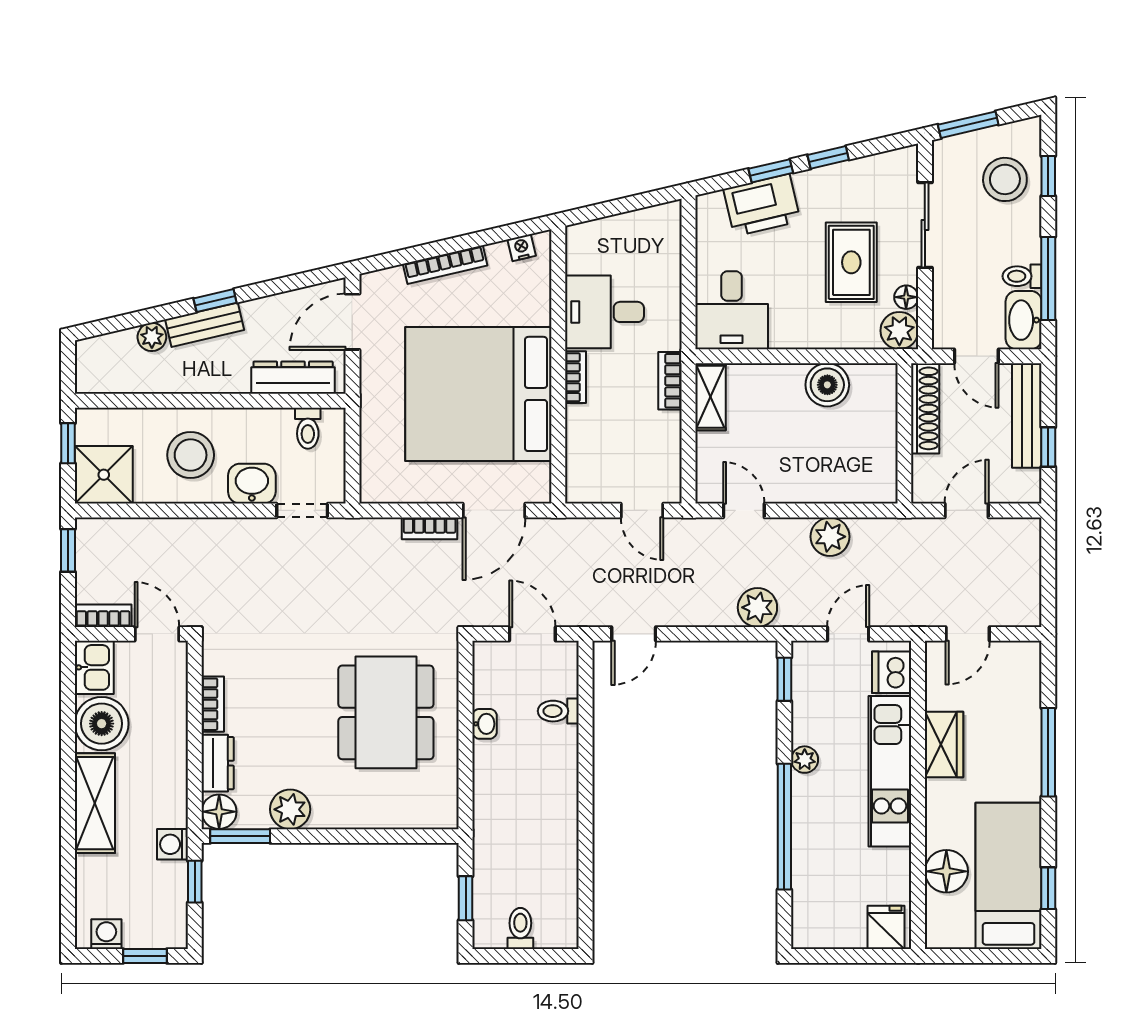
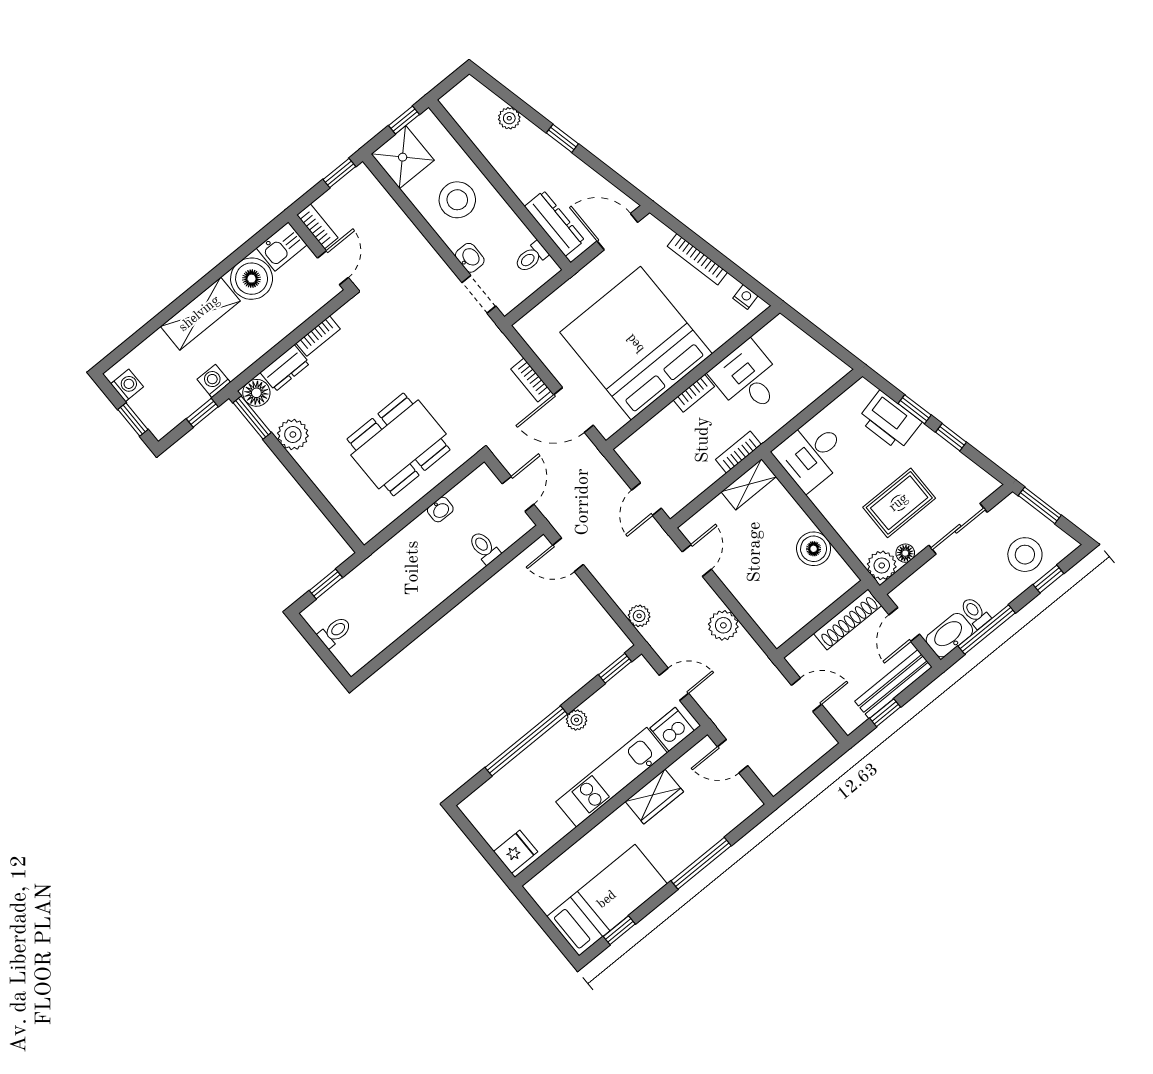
bench: (205, 325) -> (543, 144), removed
washbasin: (252, 484) -> (470, 258), width x0.72, depth x0.69
plant: (757, 607) -> (639, 616), width x0.73, depth x0.73
floor lamp: (946, 871) -> (579, 860), removed

